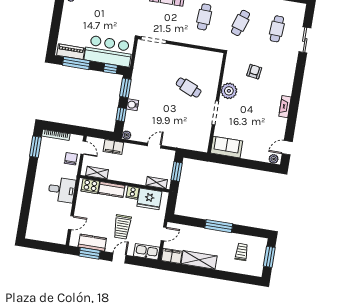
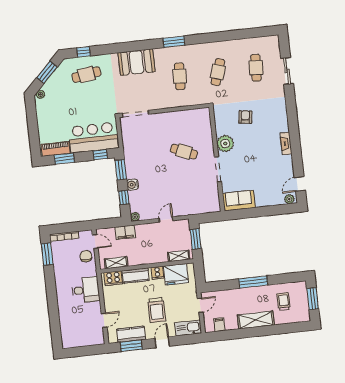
window: (76, 63) -> (64, 159), width x0.69
filing cabinet: (172, 256) -> (219, 325), width x0.50
shelving: (199, 260) -> (256, 320), moved

